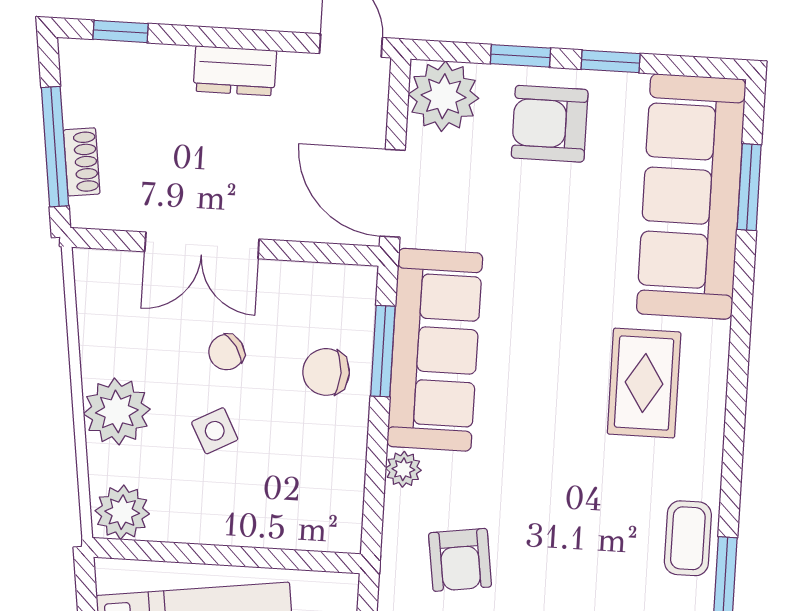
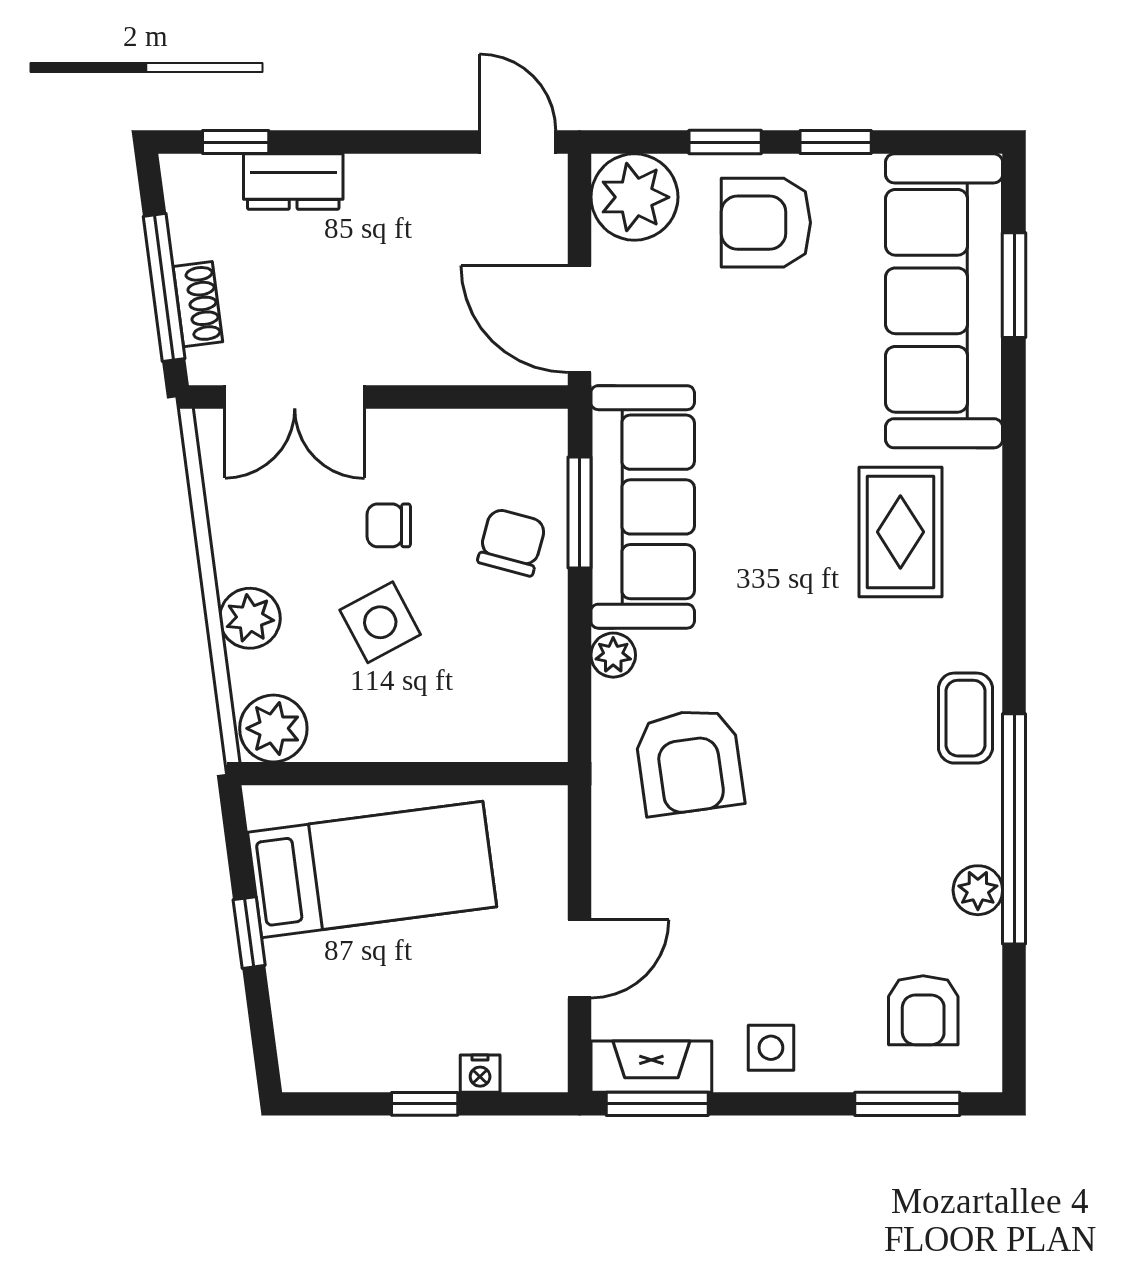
dresser: (235, 71) -> (293, 182), moved
double door: (202, 245) -> (295, 397), moved
chair: (226, 352) -> (389, 525), turned 34
chair: (326, 372) -> (512, 542), turned 105
plant: (117, 411) -> (250, 618), width x0.73, depth x0.73
side table: (215, 431) -> (380, 622), width x1.37, depth x1.37
armchair: (460, 560) -> (689, 761), width x1.38, depth x1.38

